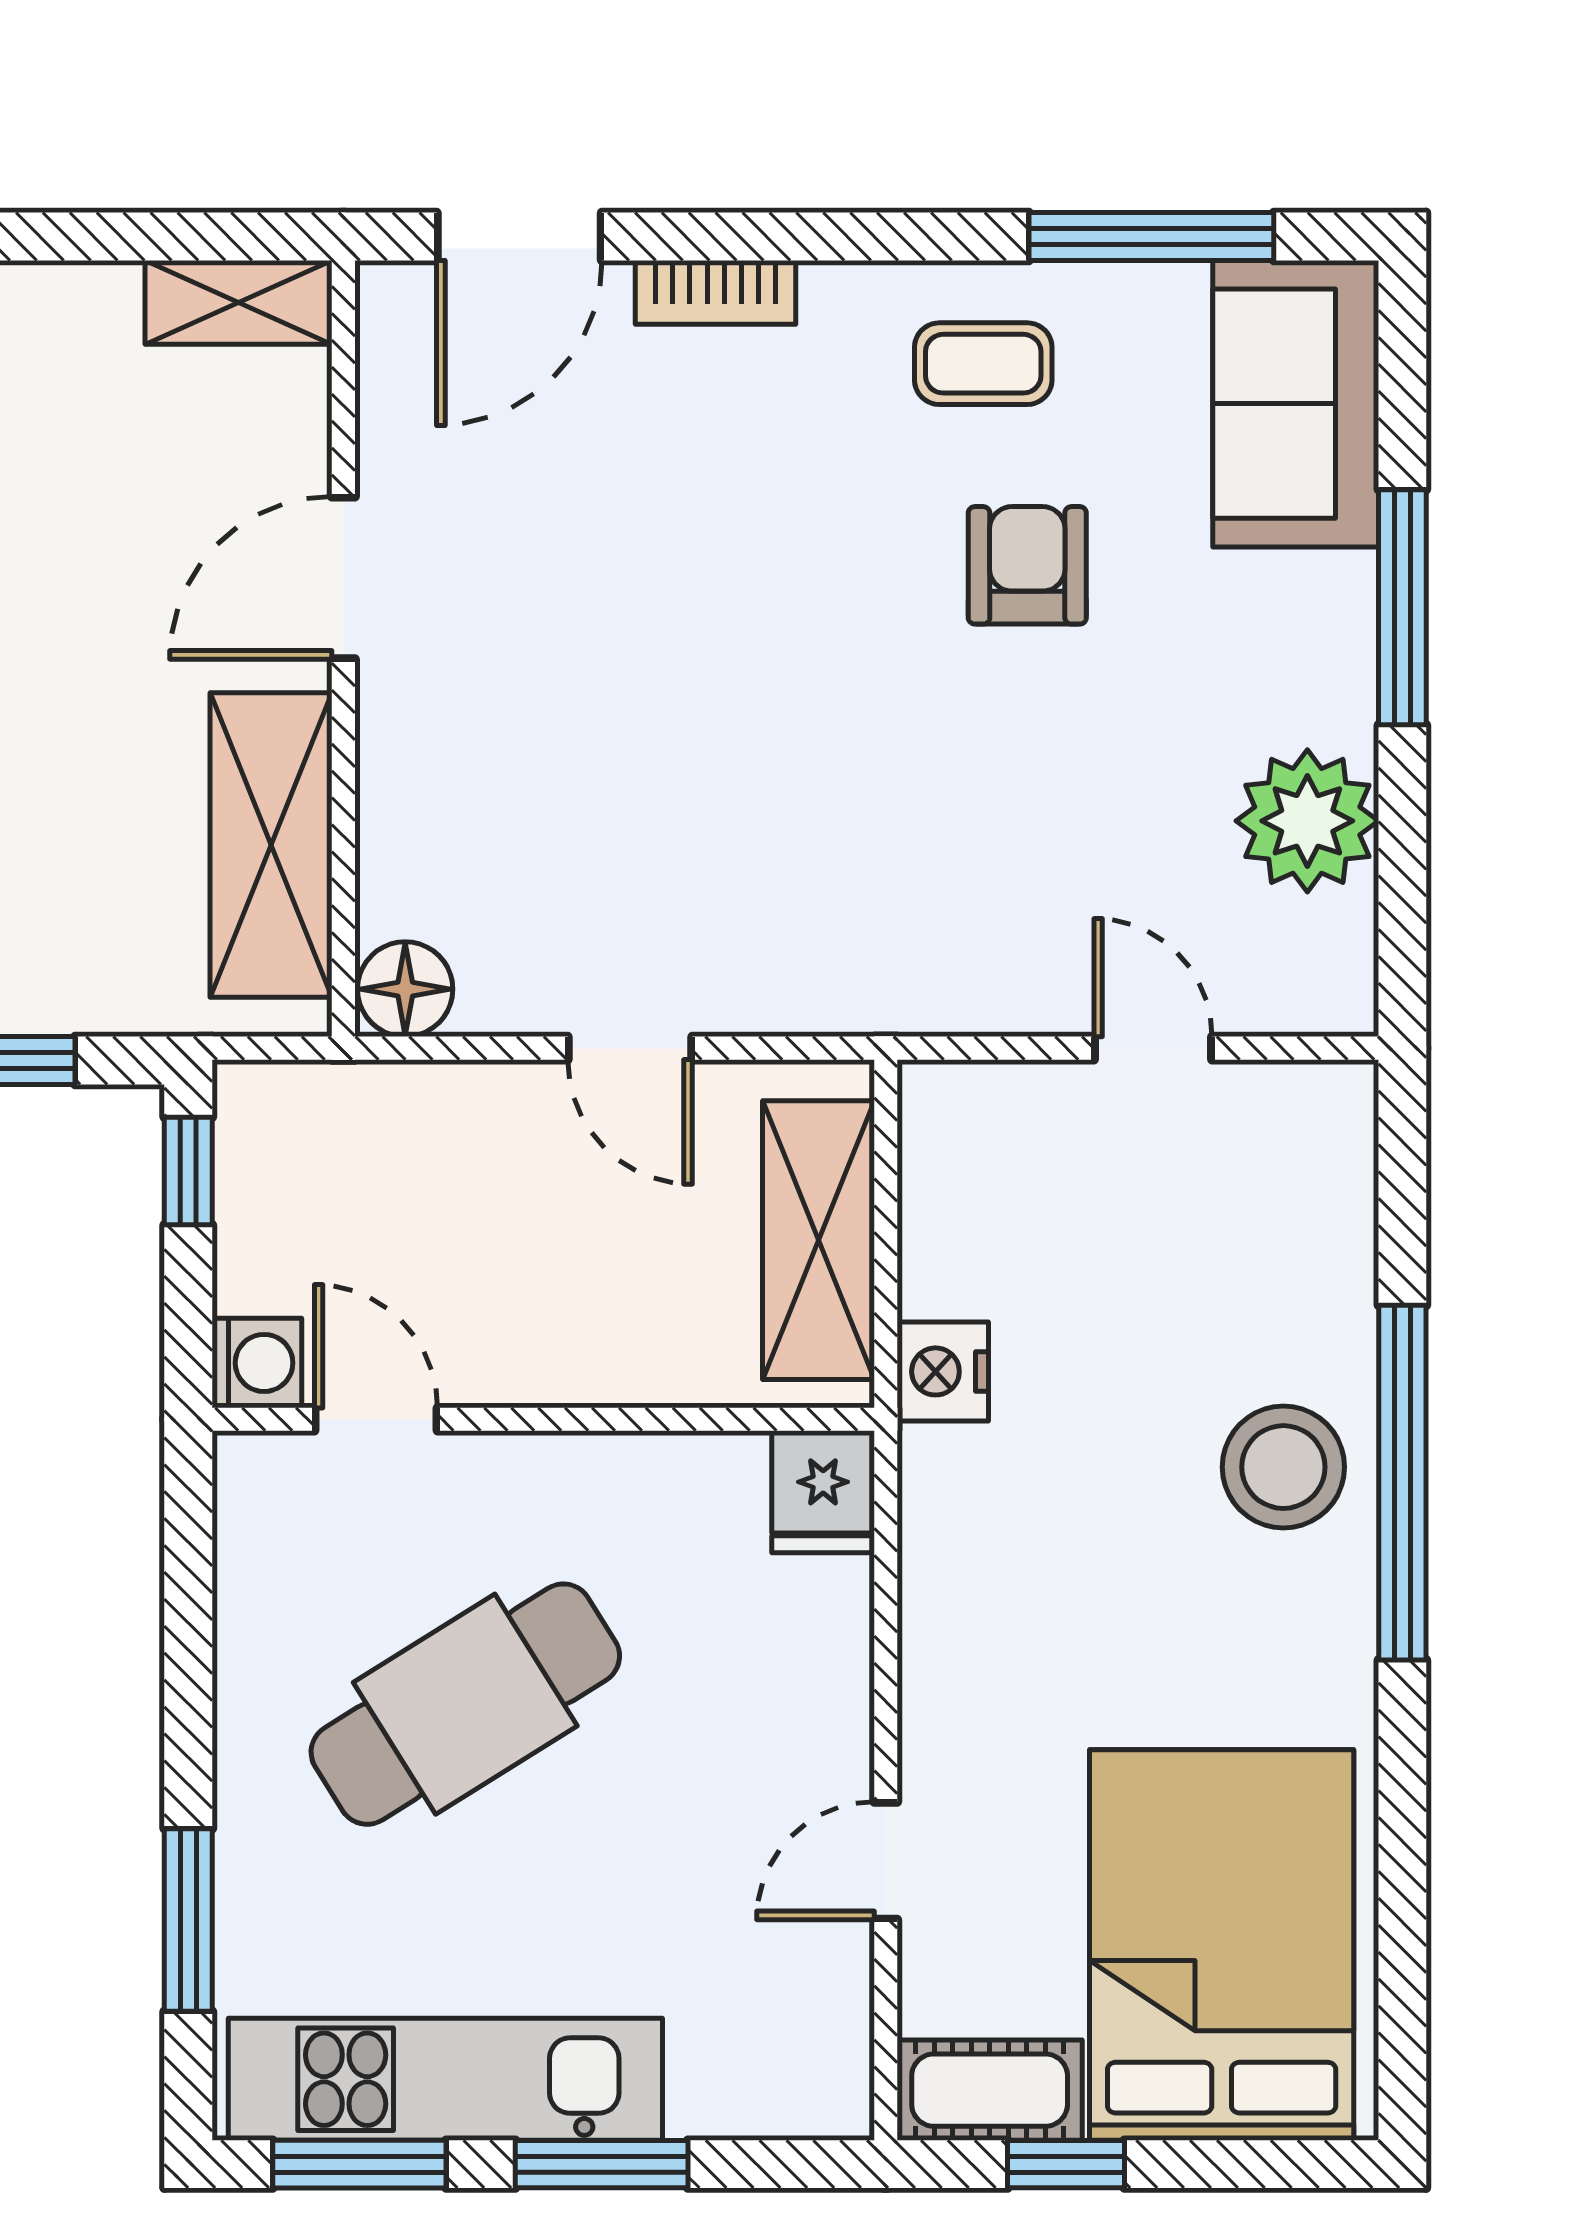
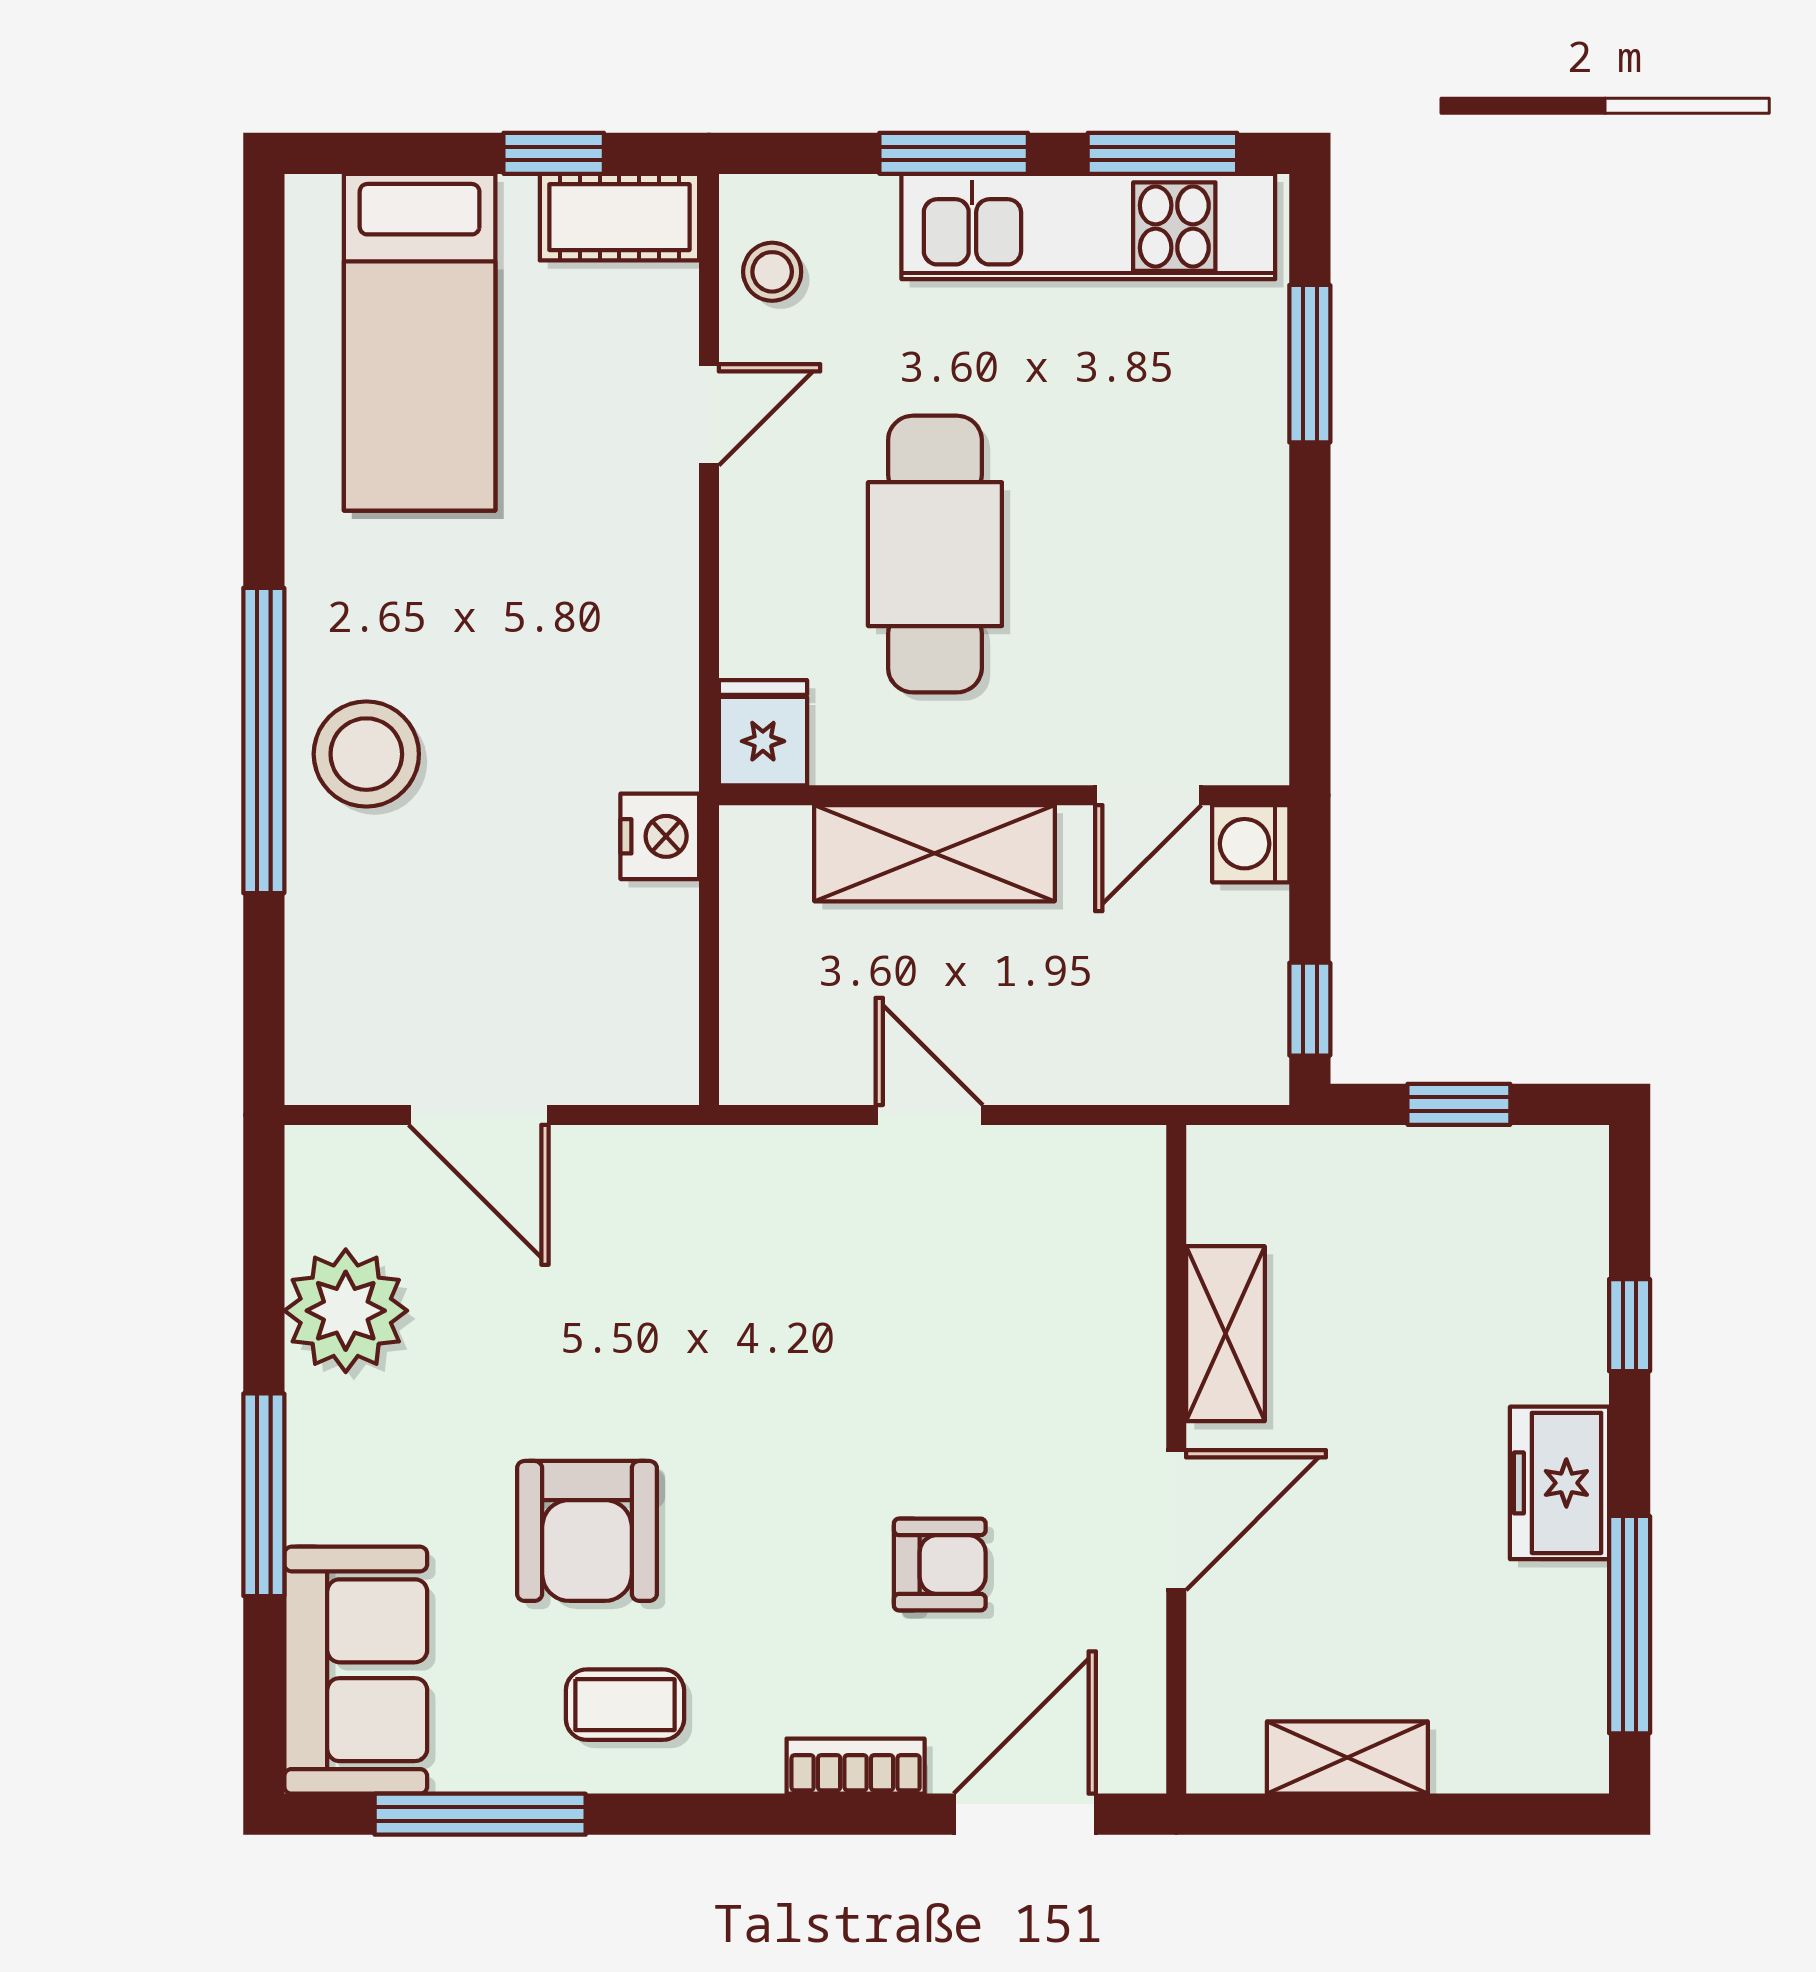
shelving: (239, 302) -> (1347, 1758), moved
armchair: (618, 526) -> (940, 1565), added
armchair: (1027, 565) -> (587, 1531), width x1.38, depth x1.38
shelving: (271, 845) -> (1225, 1334), width x0.67, depth x0.75
floor lamp: (405, 989) -> (1123, 1166), removed
door: (1153, 1048) -> (479, 1115), width x1.38
shelving: (818, 1240) -> (934, 853), moved, turned 90
door: (376, 1419) -> (1148, 795), hinge flipped
cafe table: (465, 1704) -> (935, 554), moved, turned -58
bed: (1222, 1945) -> (420, 342), width x0.67
stool: (812, 2027) -> (772, 272), added

